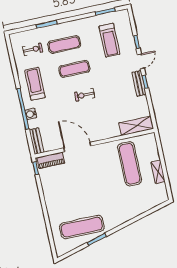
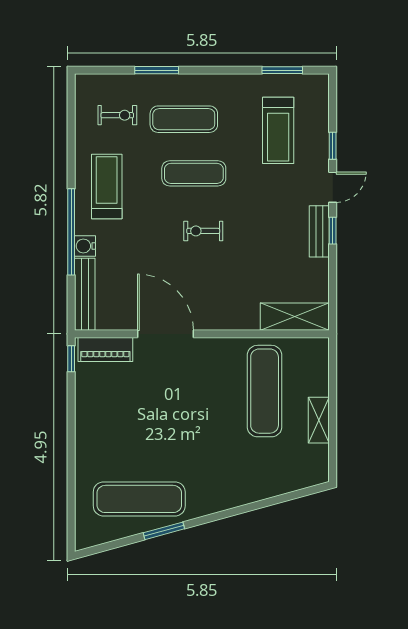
bench: (36, 141) -> (85, 294), width x1.36

